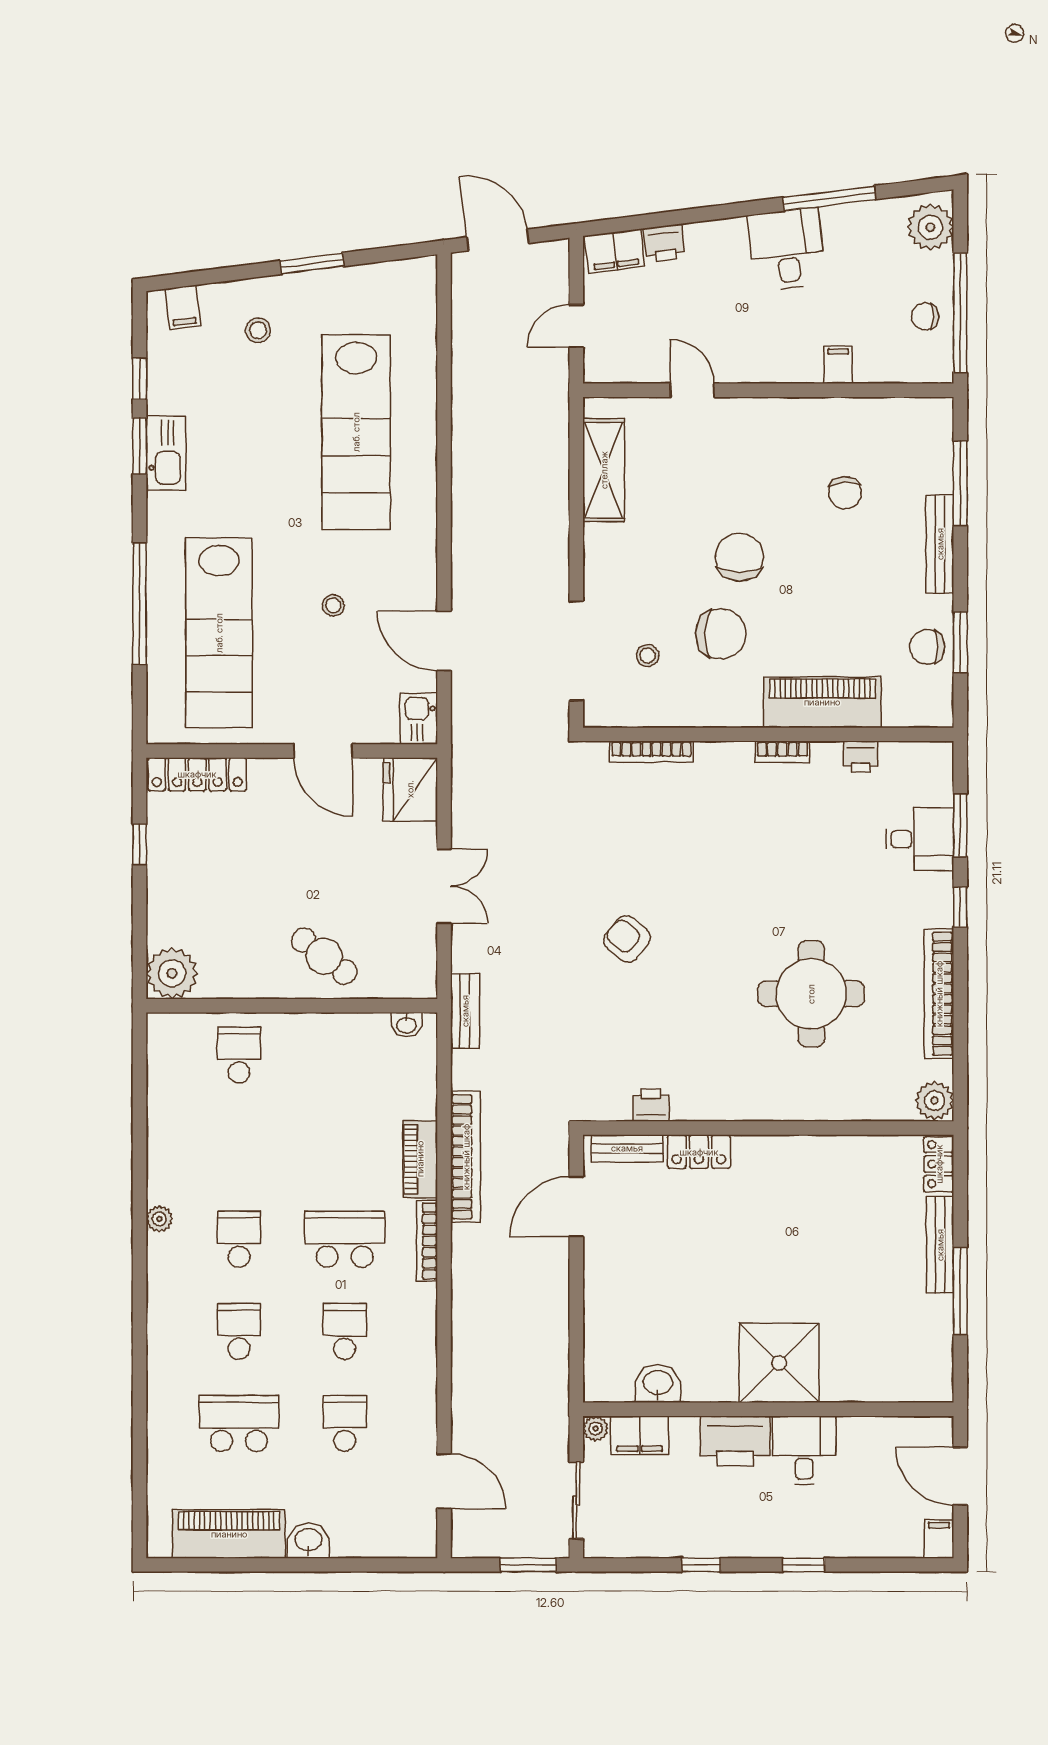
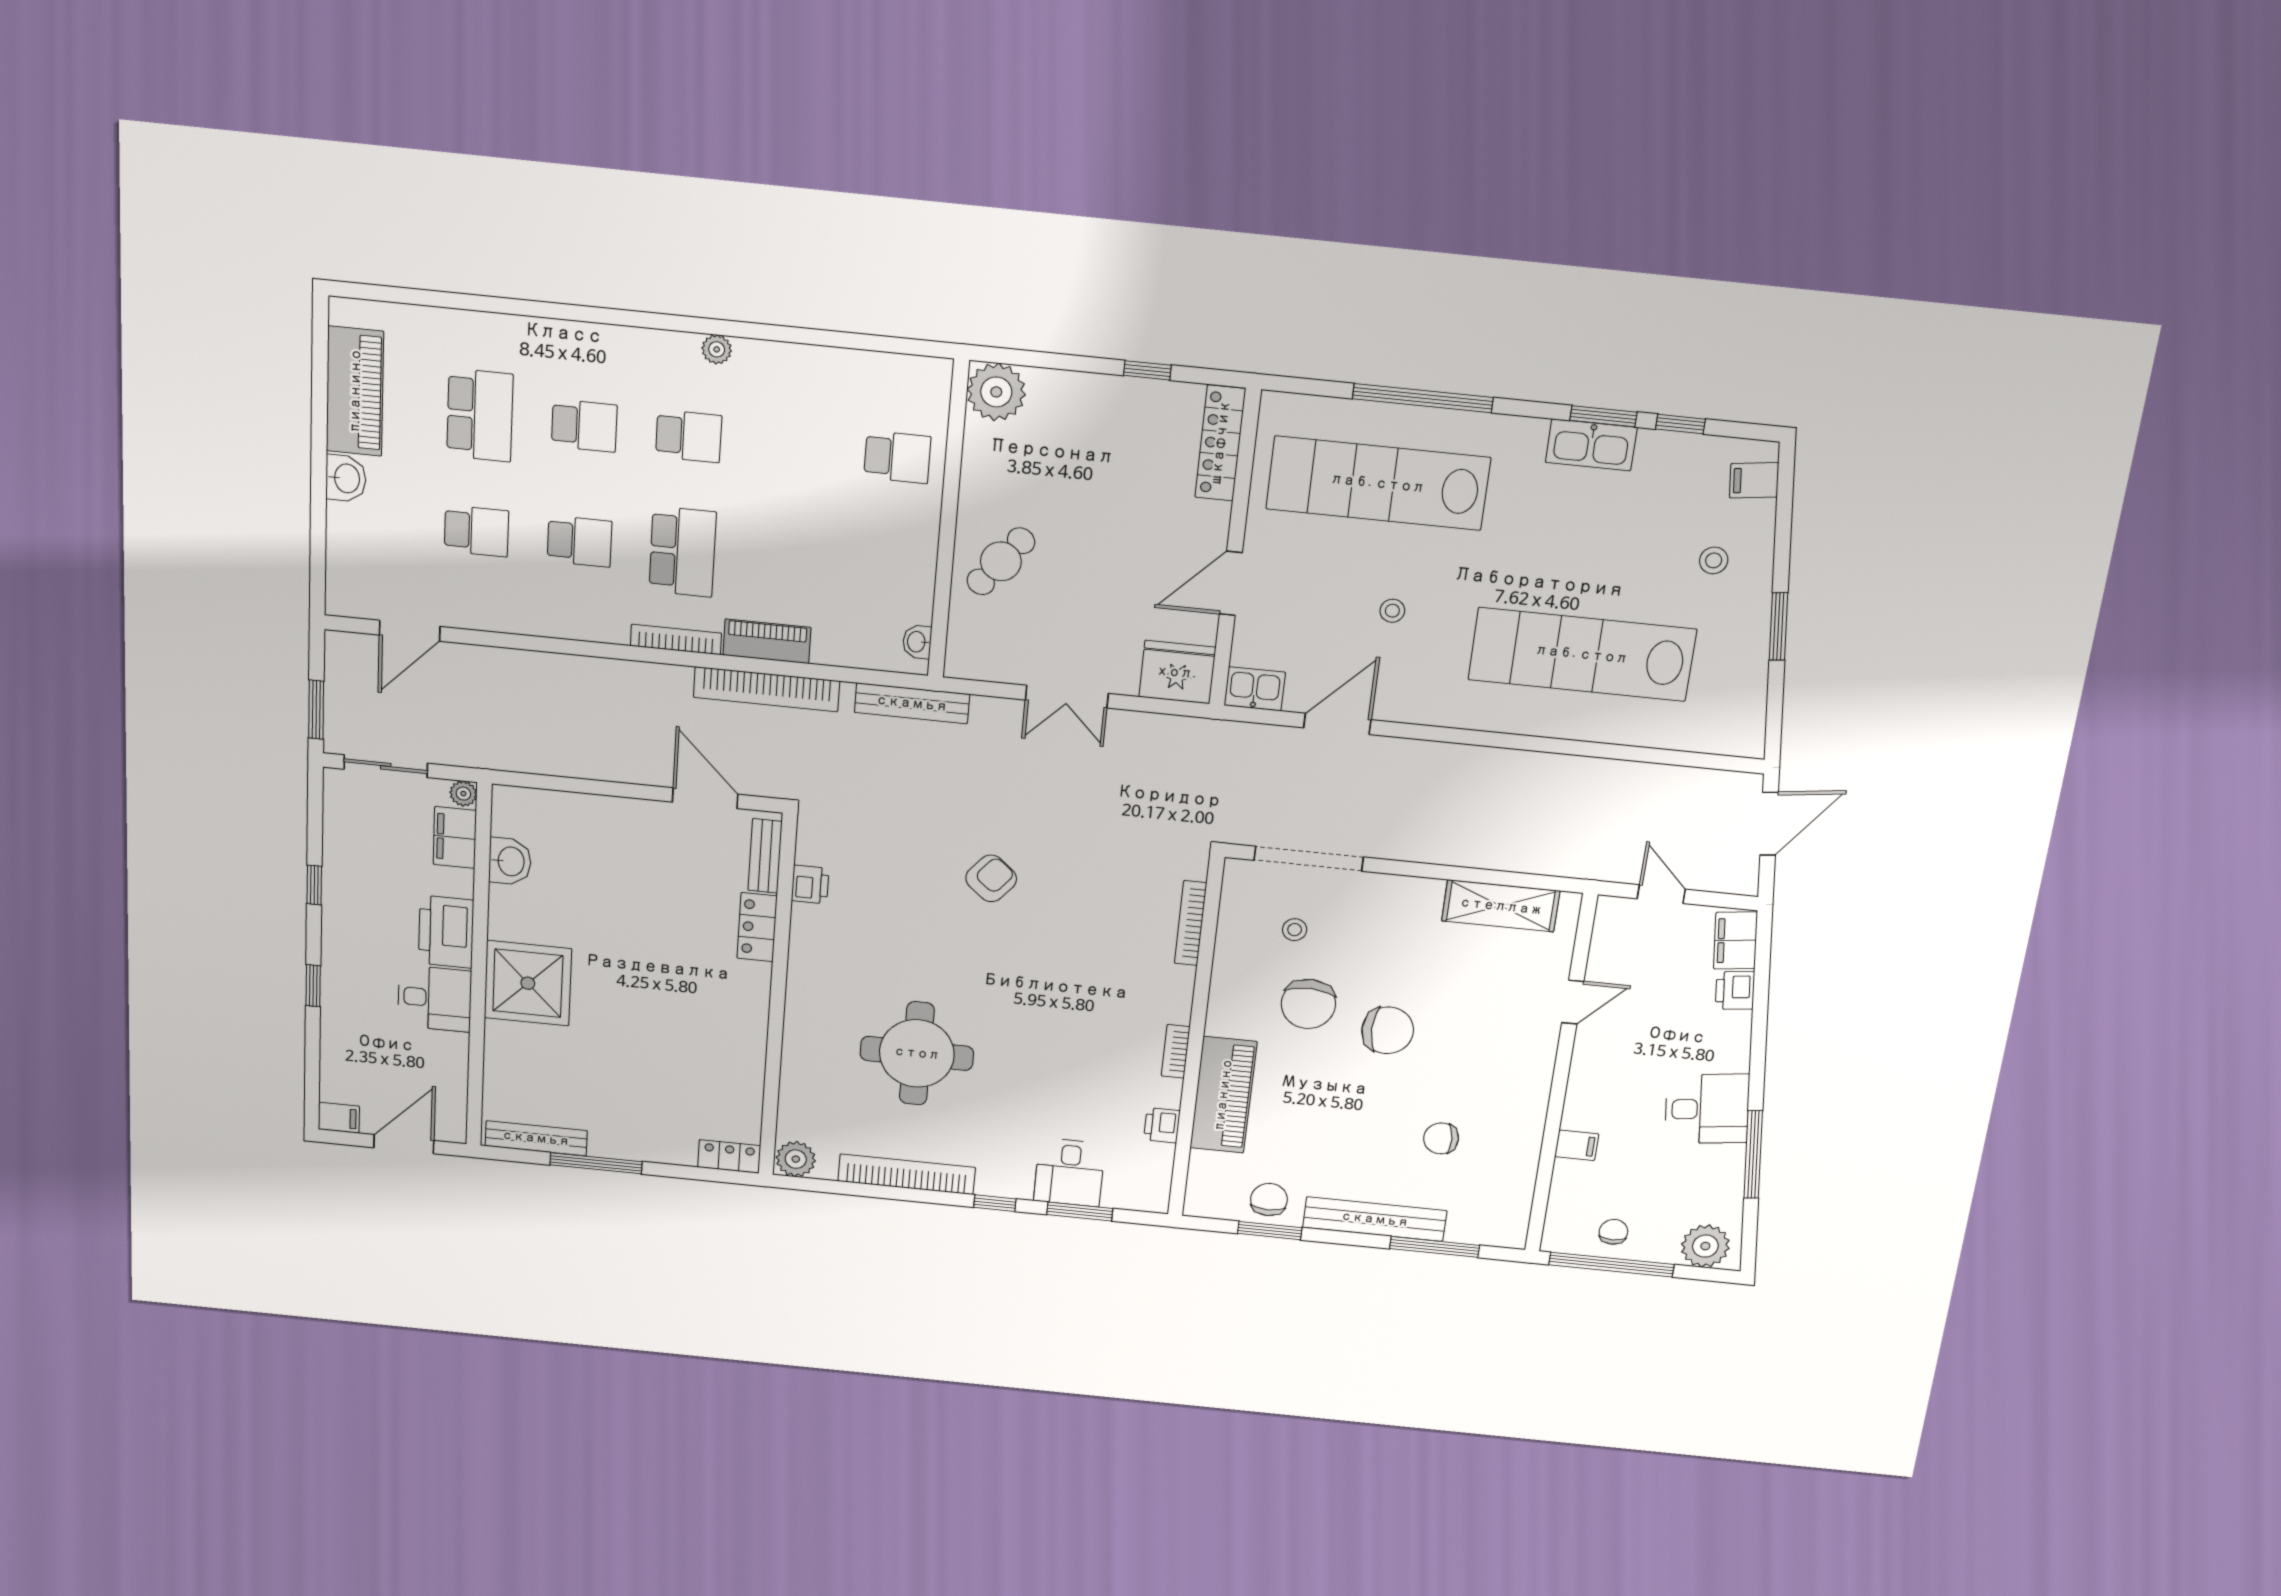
bench: (940, 544) -> (1375, 1219), width x1.37, depth x1.21
bench: (465, 1011) -> (912, 703), width x1.36
bench: (940, 1245) -> (536, 1138), moved

